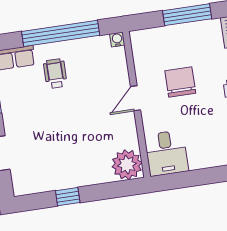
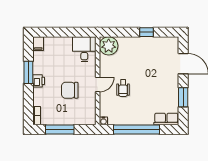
wheelchair: (55, 74) -> (123, 88), moved
chair: (180, 82) -> (70, 90), turned 90

